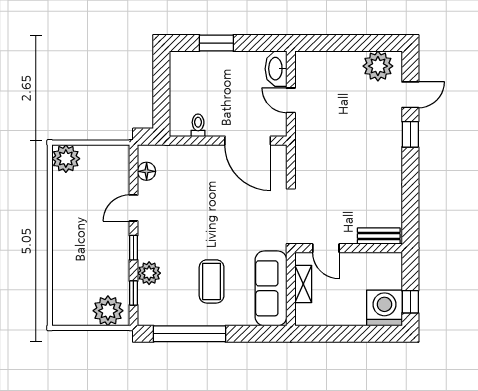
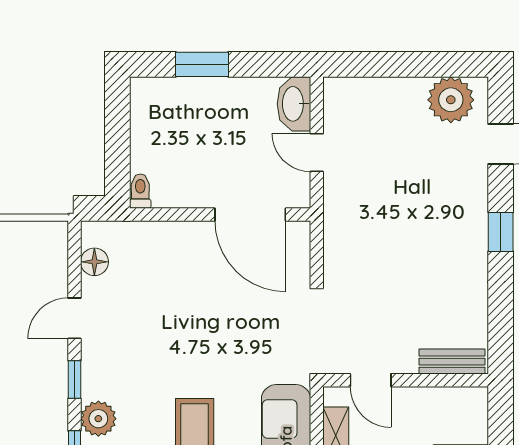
toilet: (198, 125) -> (140, 191), moved
window: (410, 134) -> (501, 232), moved

